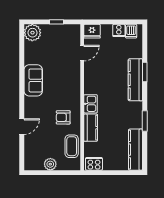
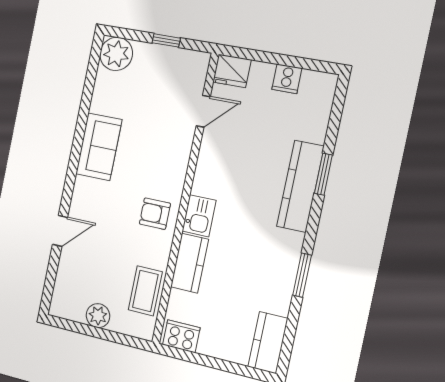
dishwasher: (131, 31) -> (312, 85), removed
armchair: (63, 117) -> (155, 214), moved
kitchen counter: (136, 150) -> (268, 343), width x0.67

